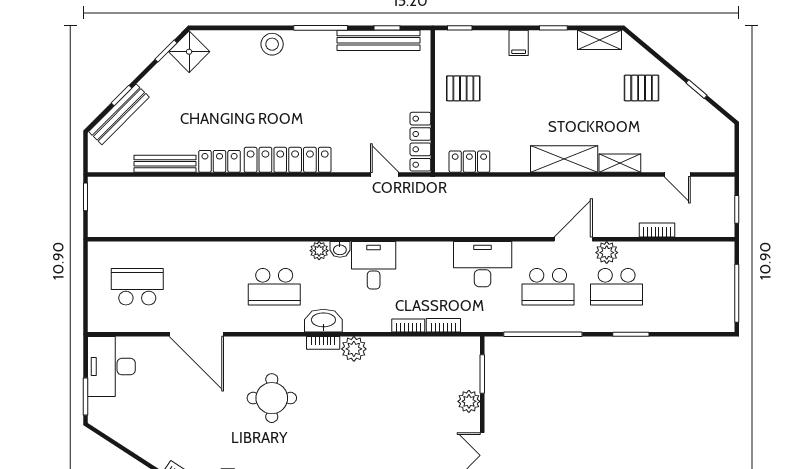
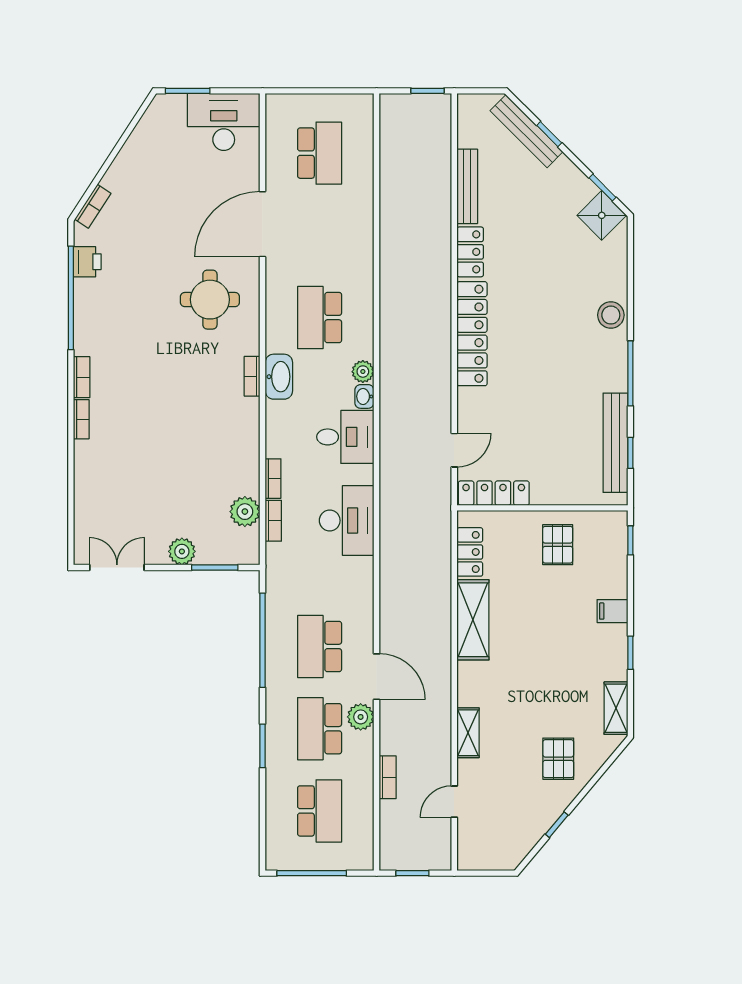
shelving: (564, 159) -> (473, 620), moved
desk: (483, 264) -> (347, 521), moved
school desk: (685, 287) -> (320, 811), added
plant: (354, 349) -> (245, 512), moved
round table: (272, 398) -> (210, 300), moved

